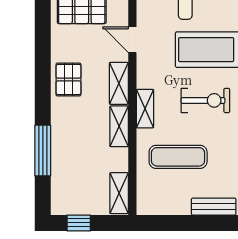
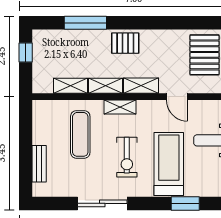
door: (132, 40) -> (177, 97), swing flipped
pallet: (68, 80) -> (125, 43), moved
shelving: (119, 193) -> (70, 86), moved

